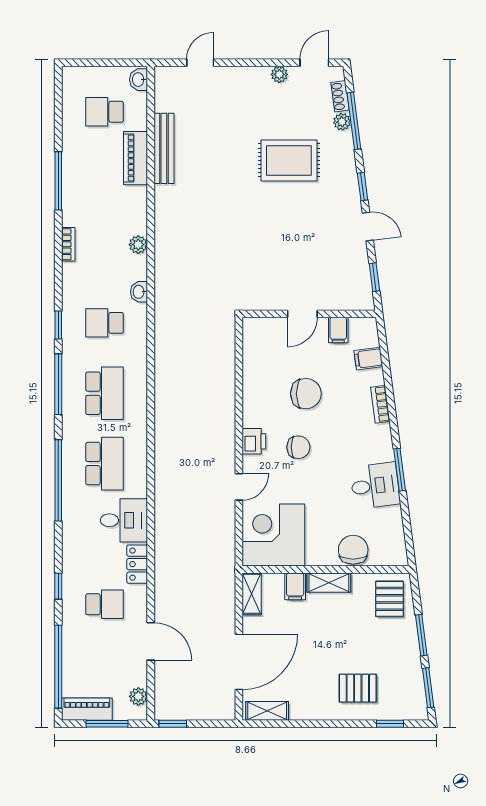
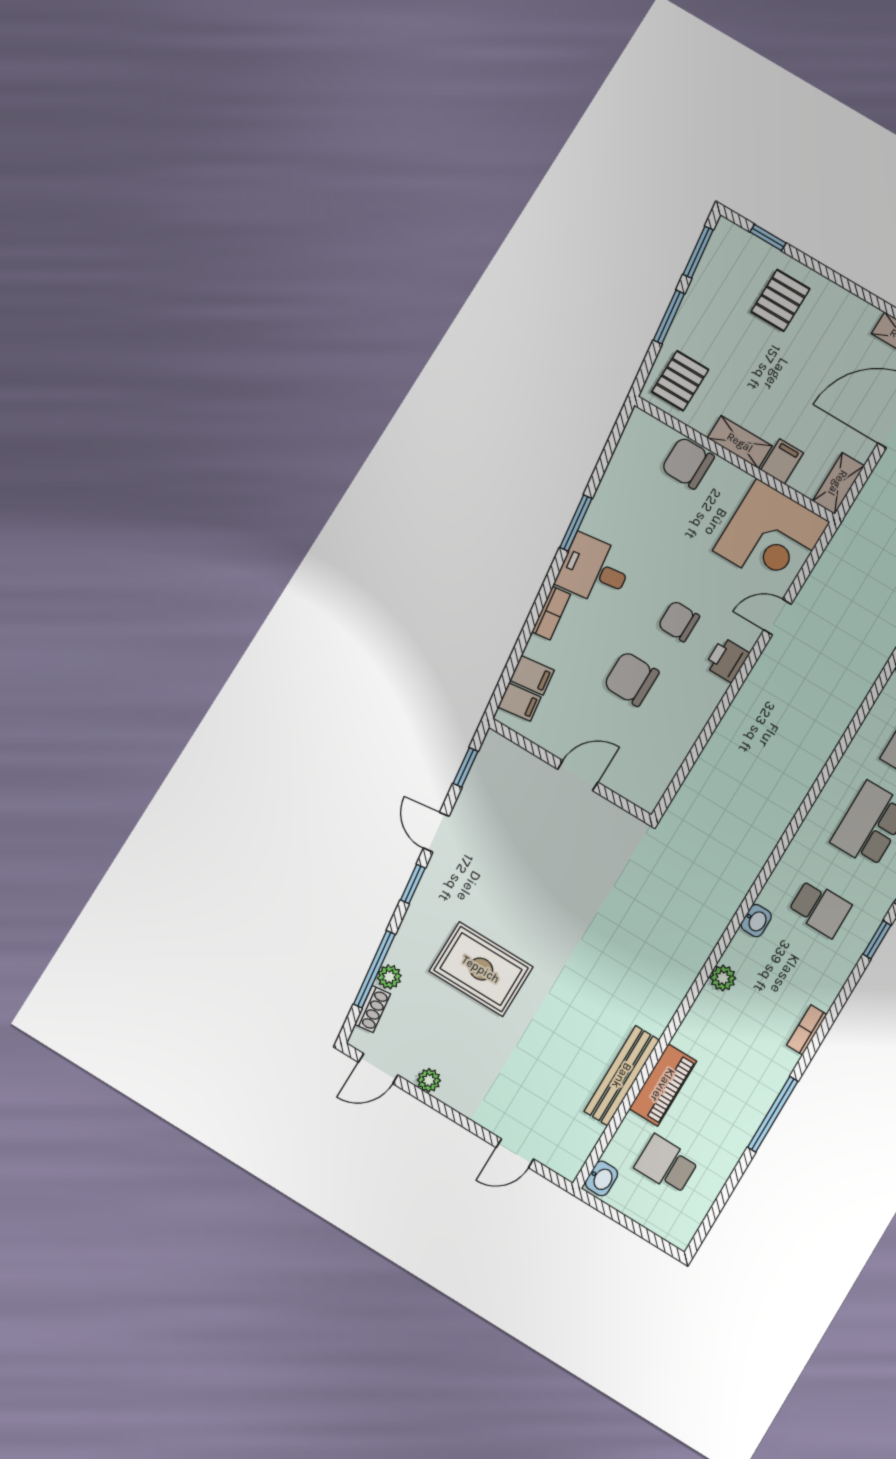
school desk: (105, 112) -> (666, 1164), turned 180
filing cabinet: (338, 330) -> (519, 702), moved, turned 83
desk: (375, 486) -> (594, 570), moved
chair: (353, 550) -> (688, 463), turned 90
pallet: (358, 688) -> (780, 300), turned 90

